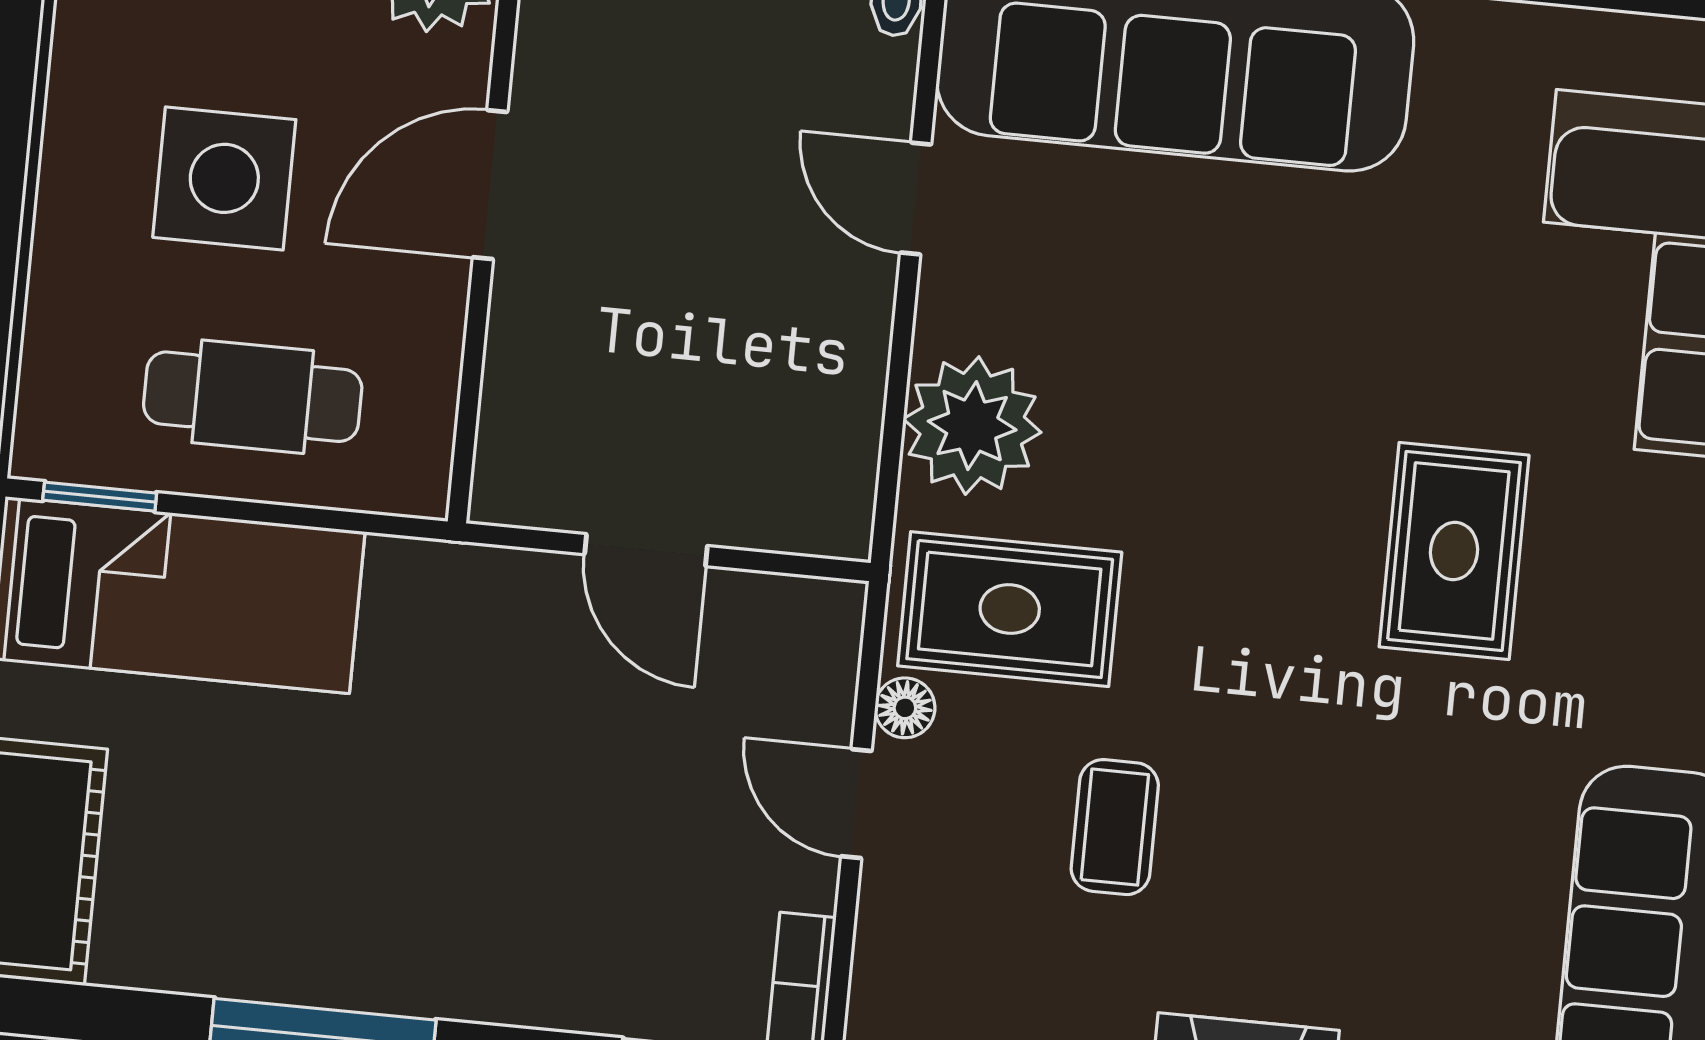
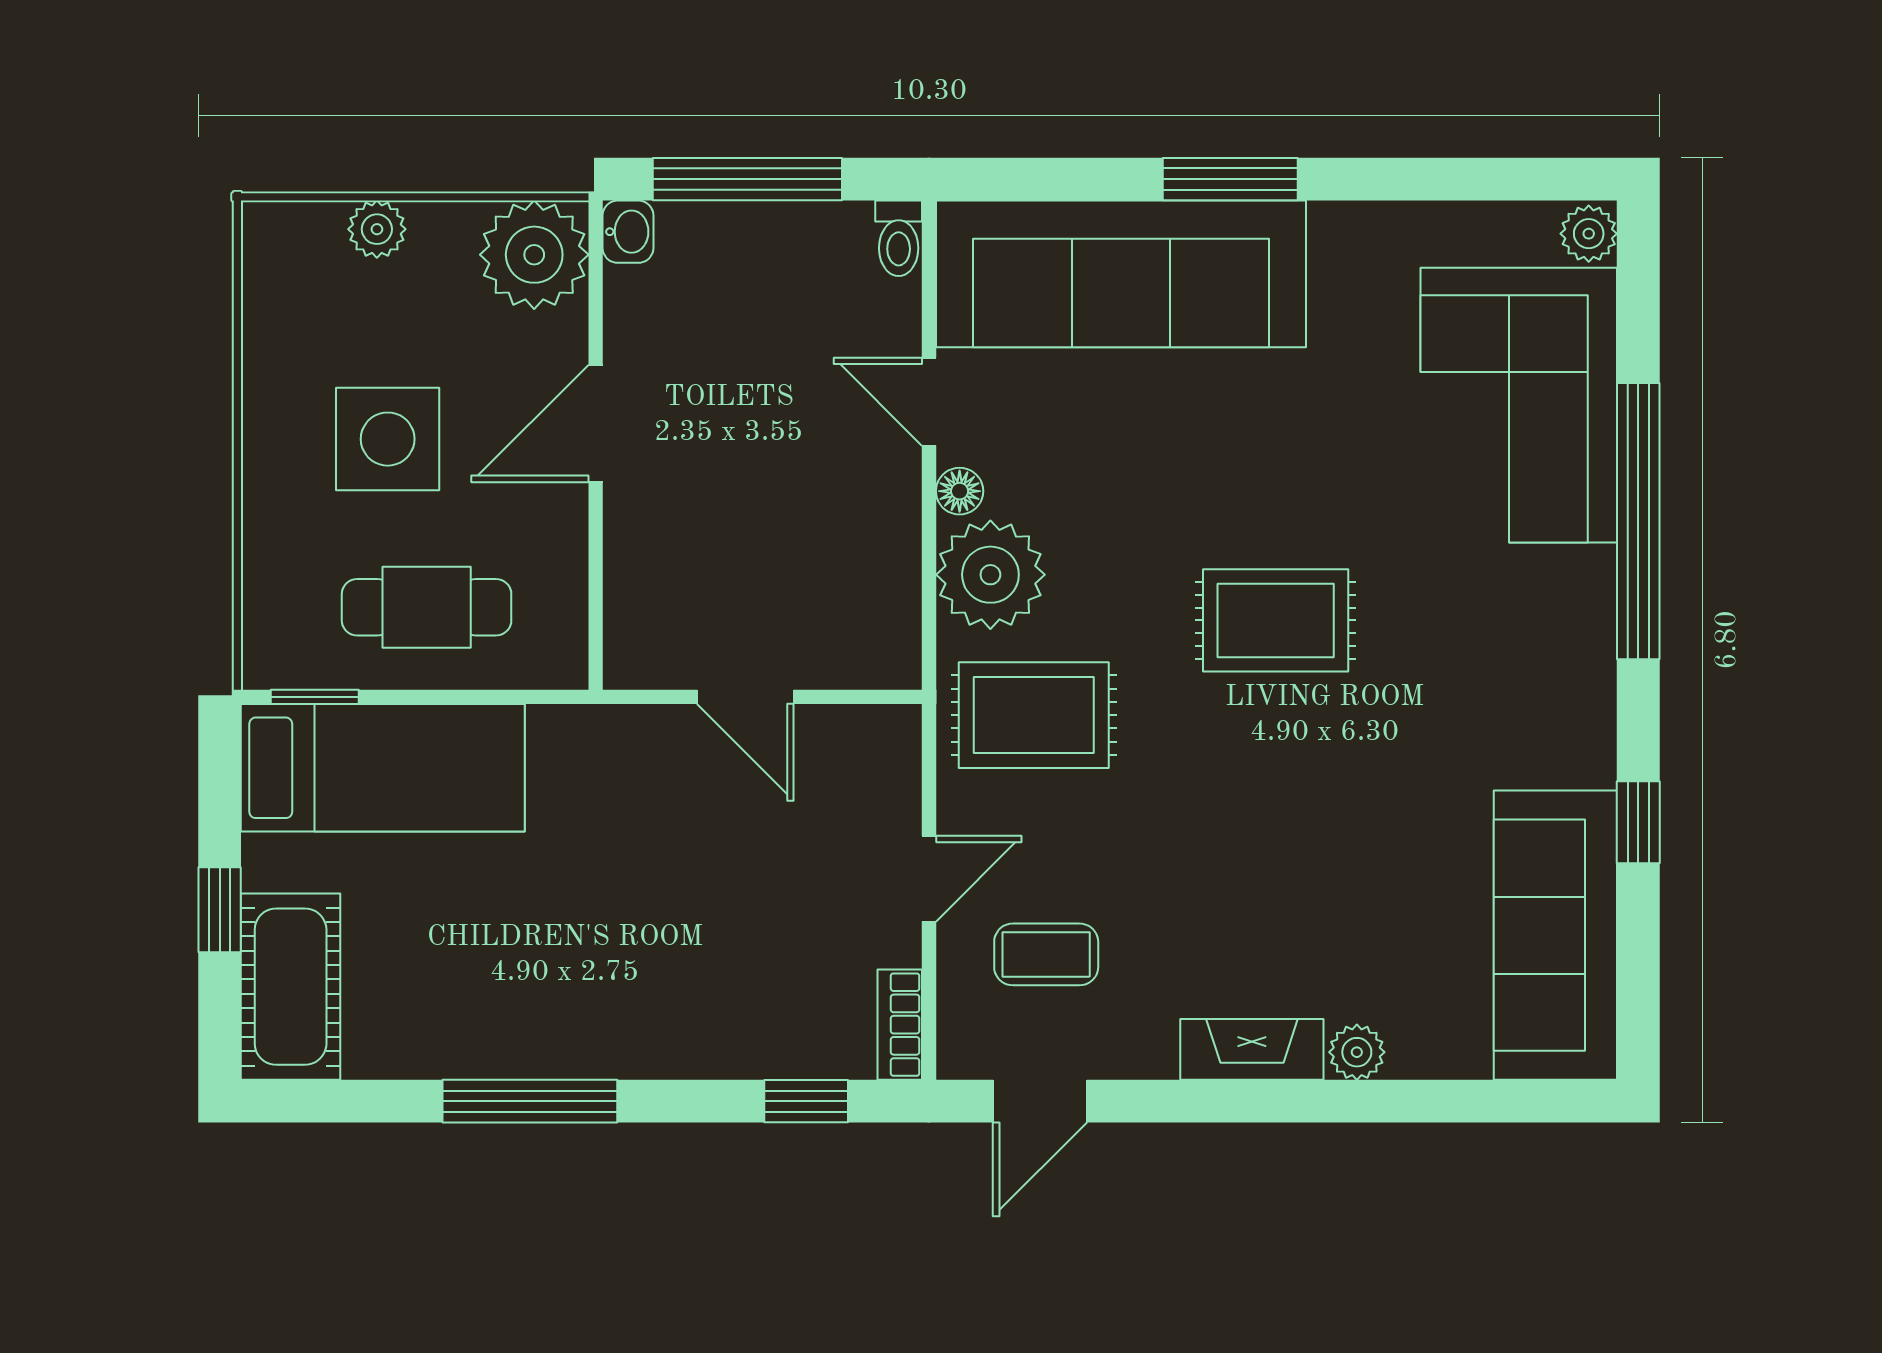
rug: (1454, 551) -> (1276, 620), moved, turned 90
floor lamp: (905, 708) -> (960, 491), moved
door: (856, 804) -> (929, 879), swing flipped
coffee table: (1115, 827) -> (1046, 954), moved, turned 90

